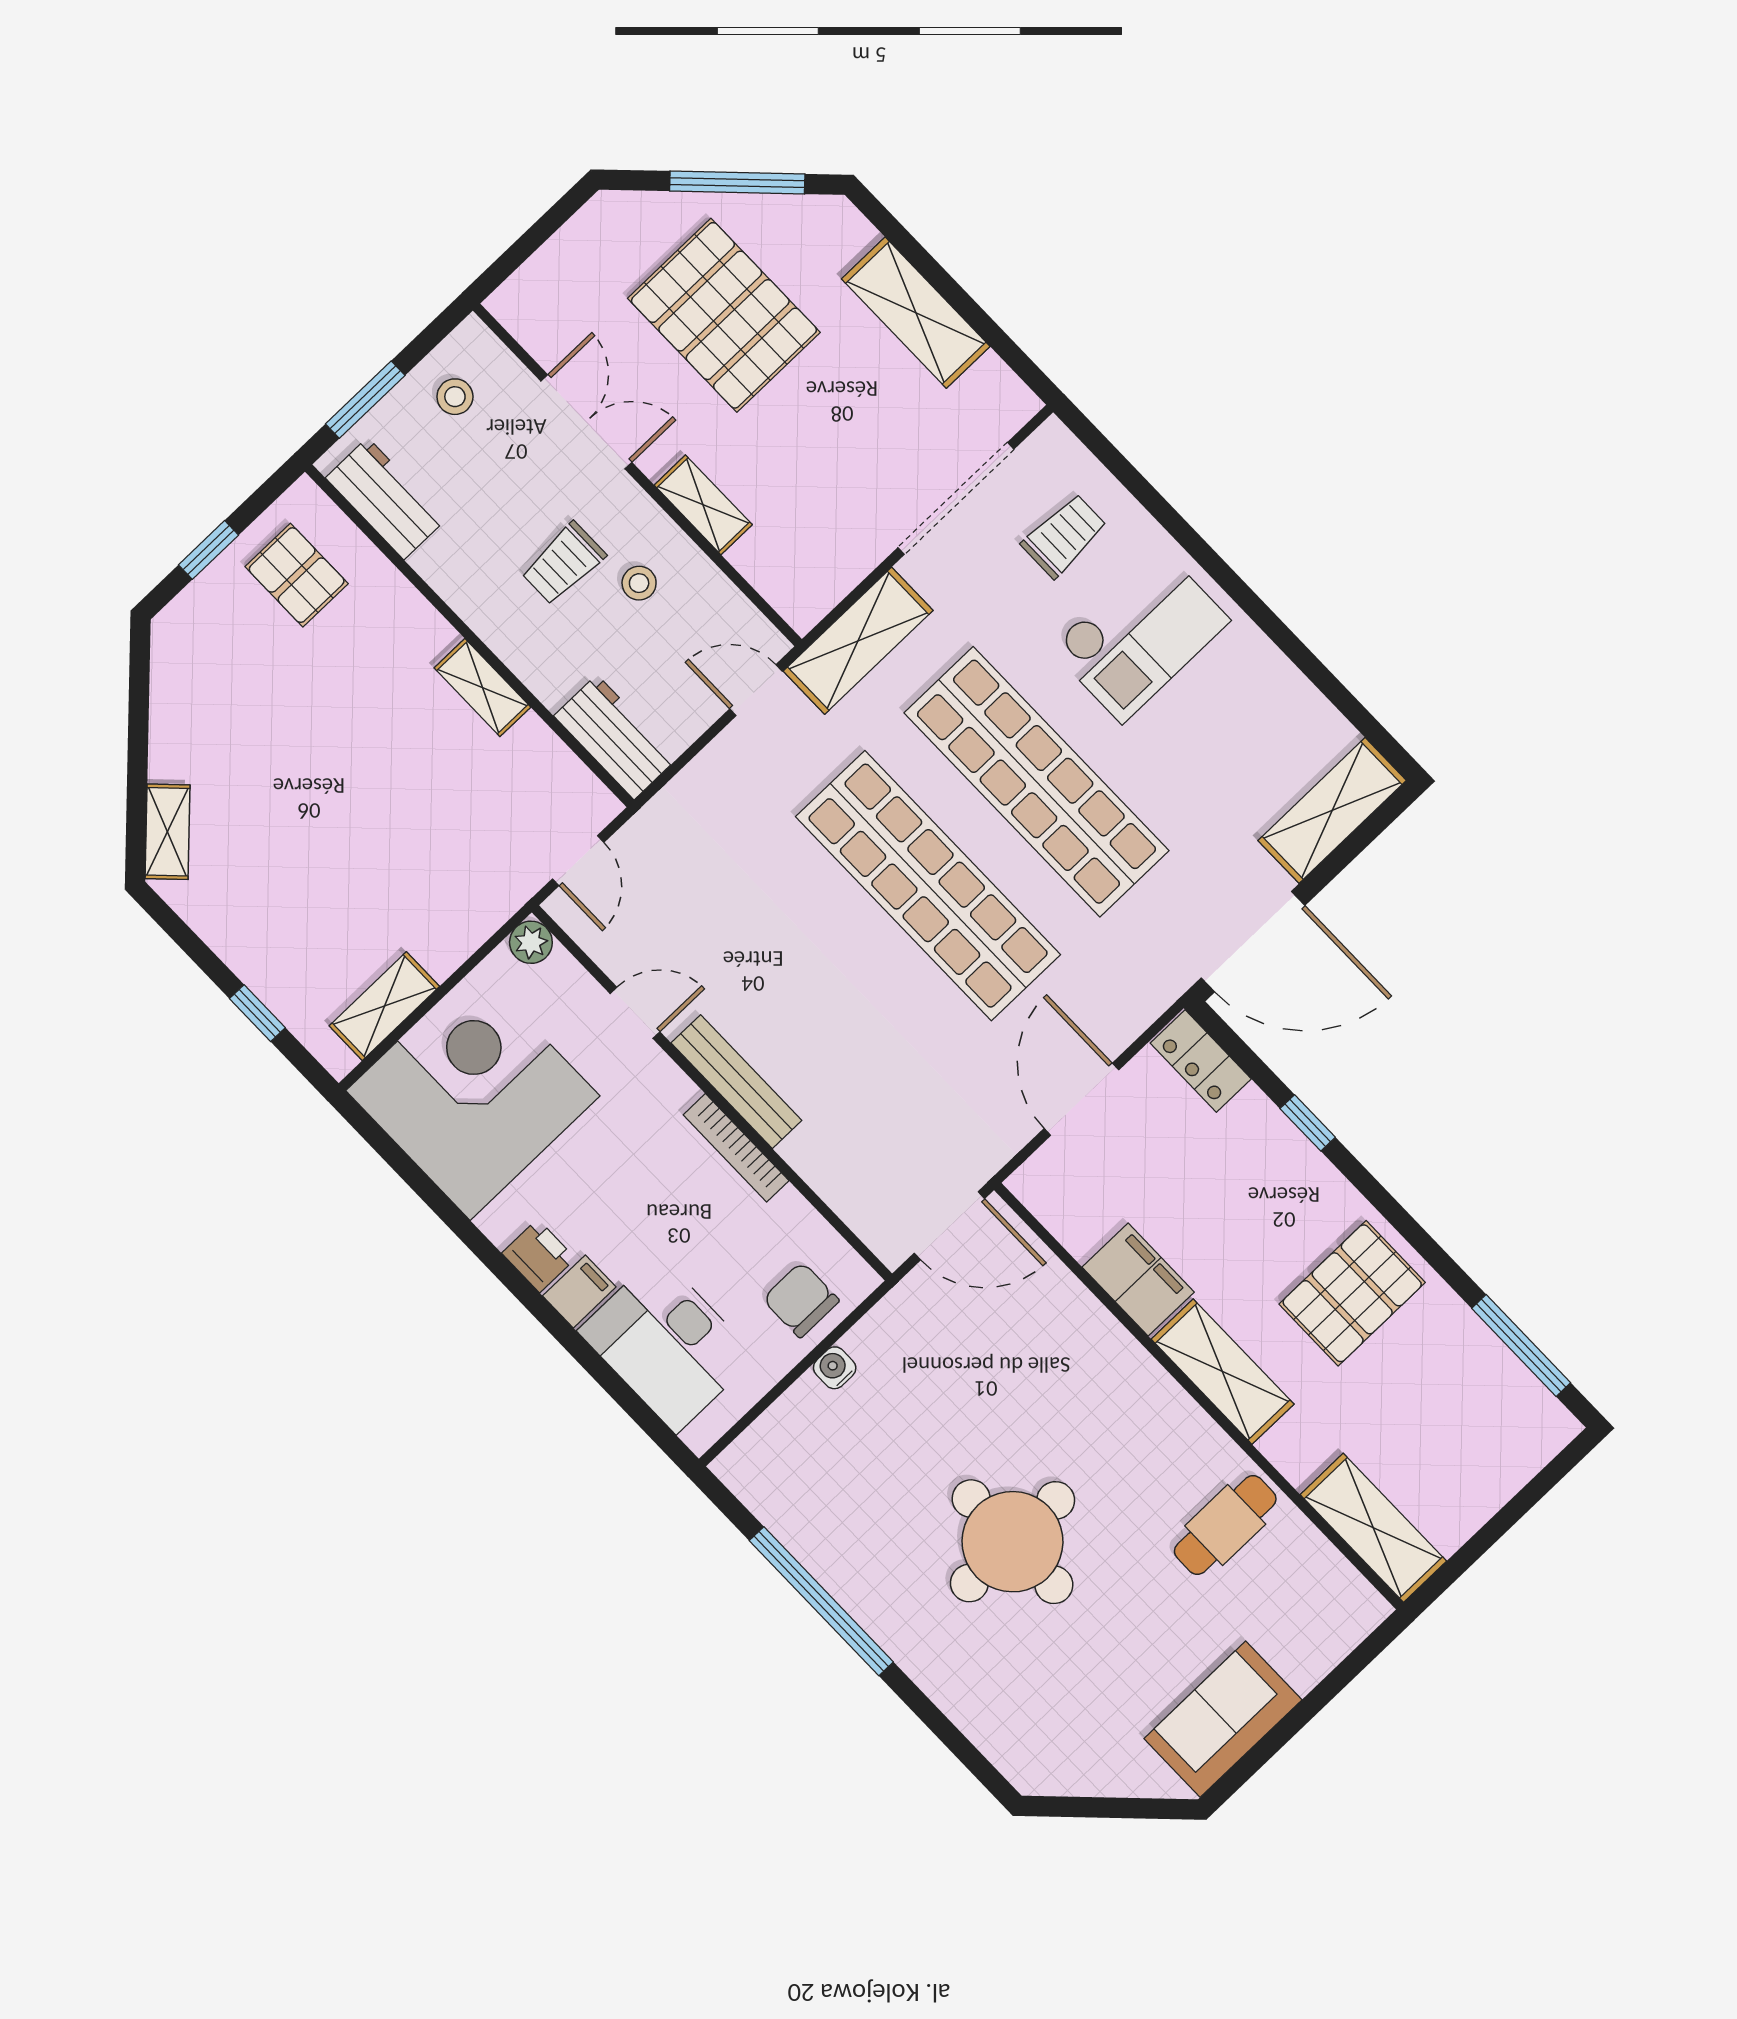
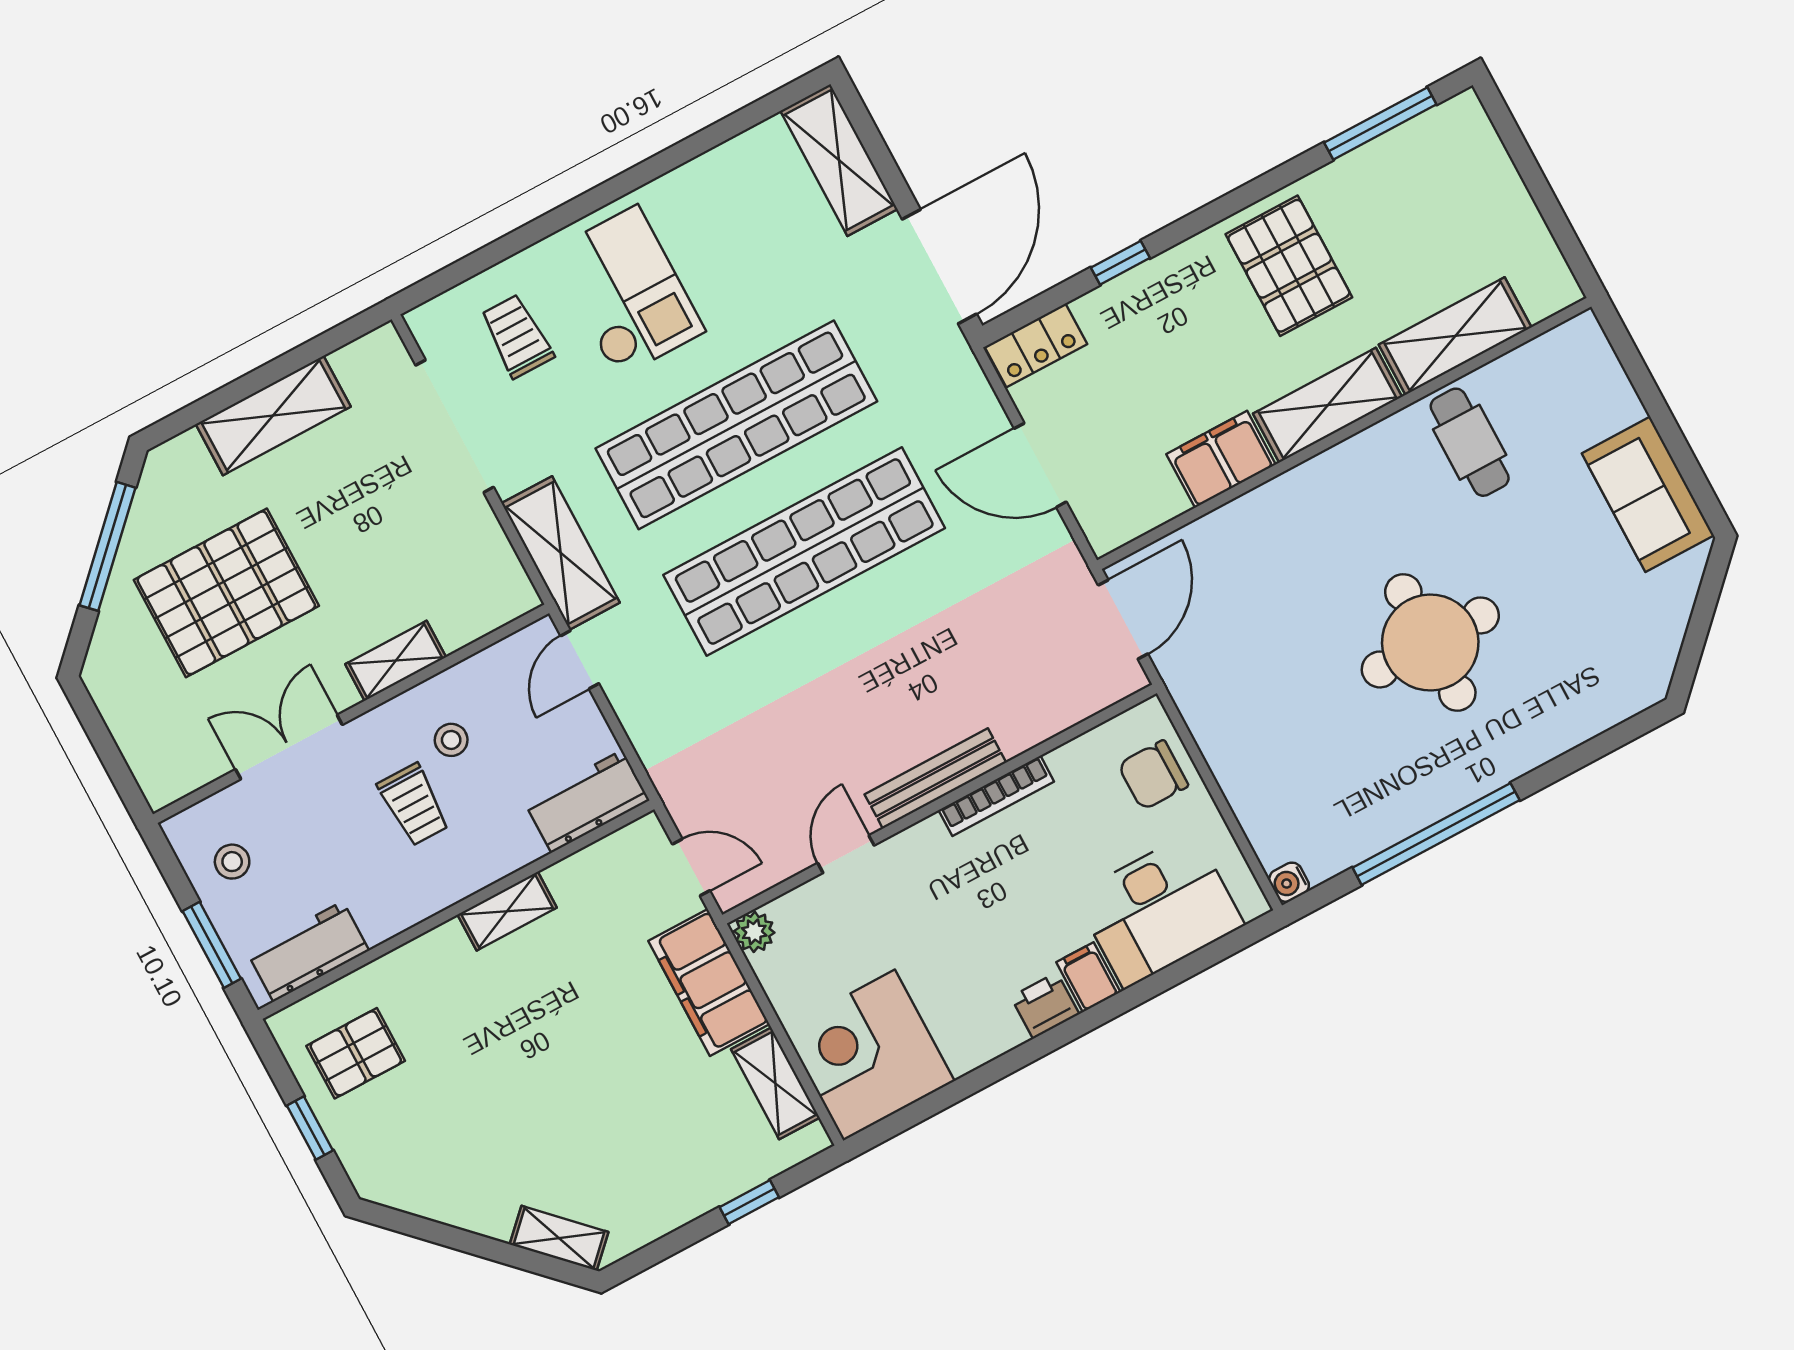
filing cabinet: (467, 911) -> (709, 982), added
corner desk: (473, 1093) -> (869, 1055), width x0.74, depth x0.74
water cooler: (835, 1368) -> (1289, 882), moved
shelving: (1373, 1528) -> (1455, 336), moved

